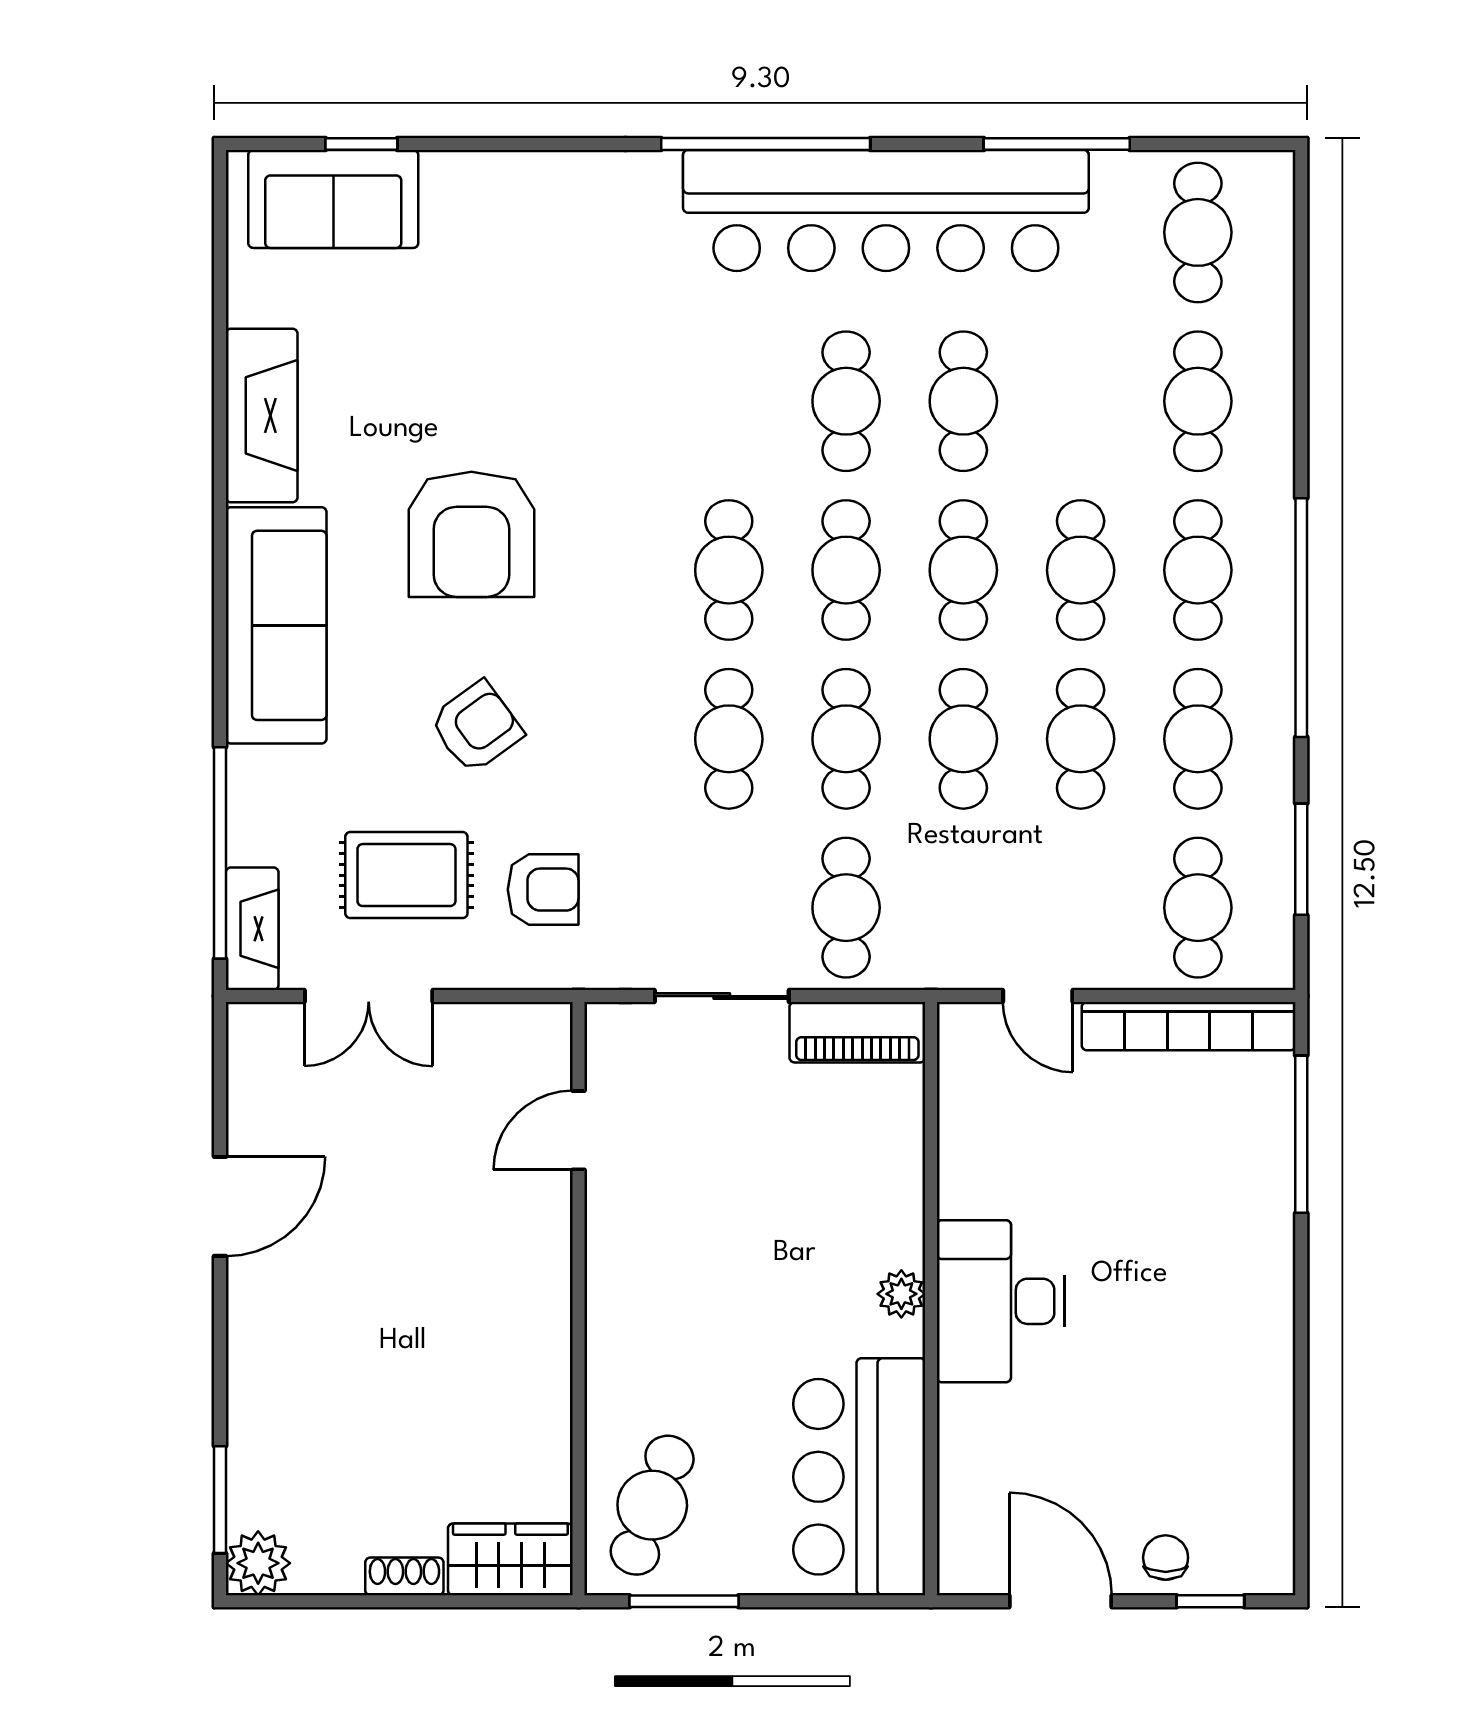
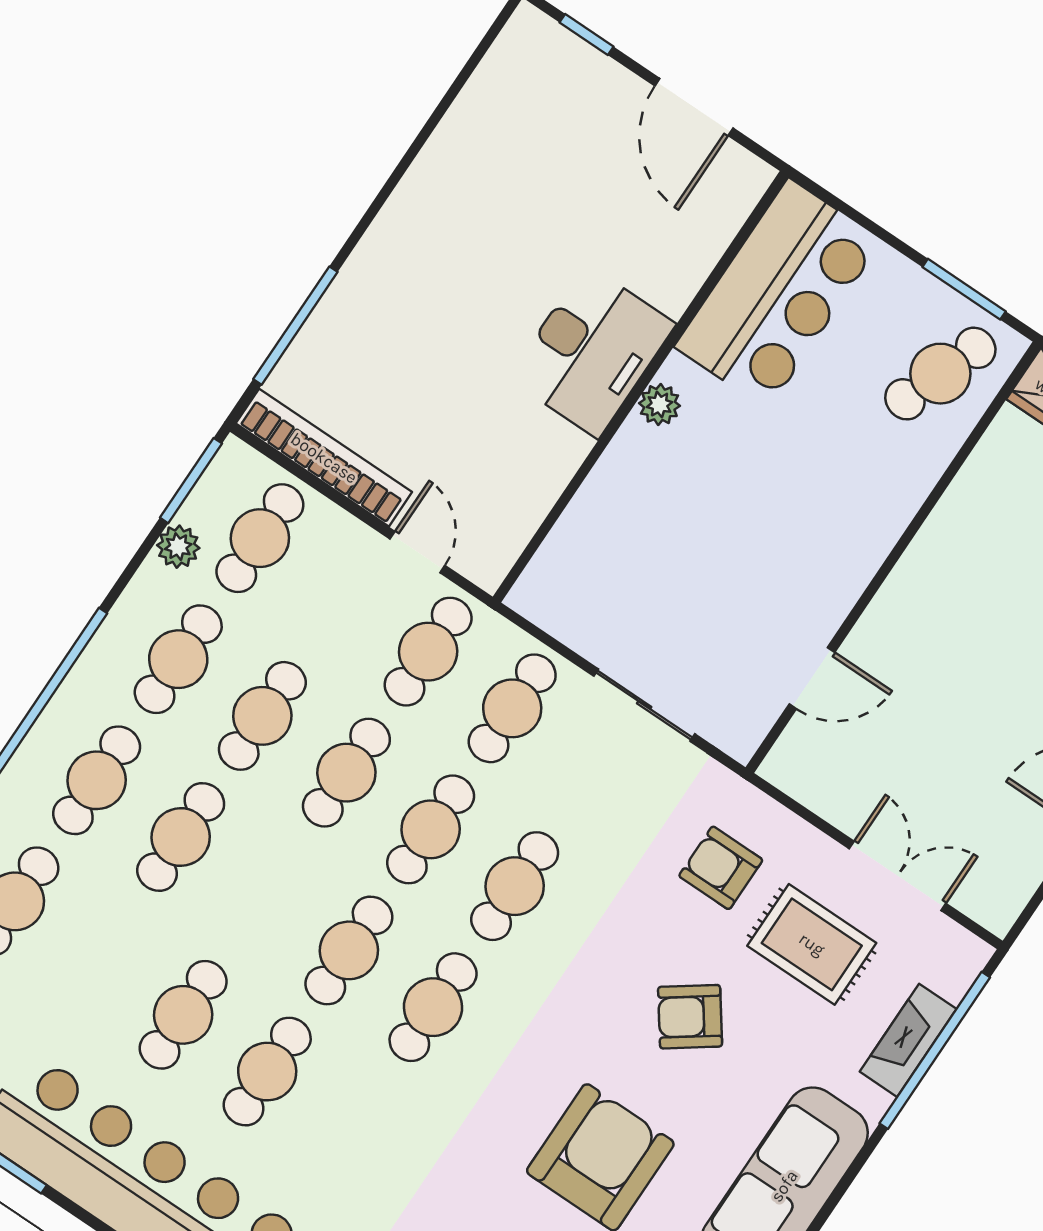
cafe table: (963, 570) -> (428, 652), moved
plant: (1271, 847) -> (178, 547), added
window: (1301, 859) -> (191, 481), moved
fireplace: (252, 929) -> (908, 1040), moved
piano: (857, 1032) -> (564, 613), removed
chair: (1166, 1558) -> (598, 88), removed

